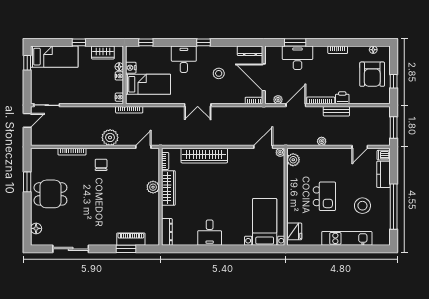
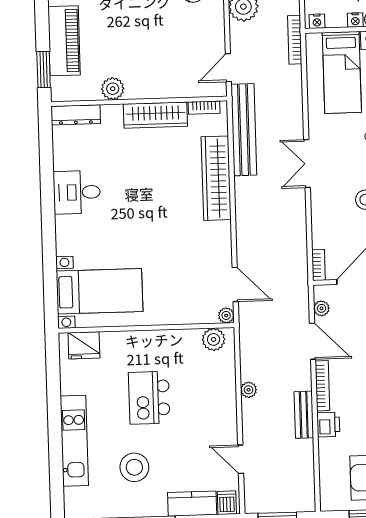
bench: (178, 139) -> (244, 130), added
door: (143, 147) -> (228, 68), swing flipped
plant: (153, 187) -> (113, 89), moved
kitchen island: (324, 196) -> (149, 398), turned 90
piano: (131, 239) -> (64, 41), width x1.37, depth x1.33
window: (126, 249) -> (44, 70), moved

